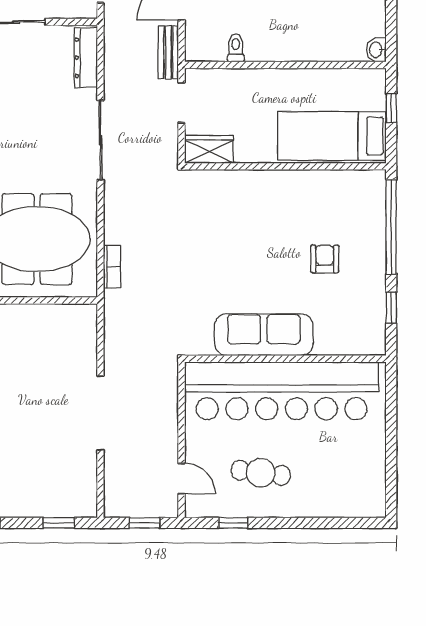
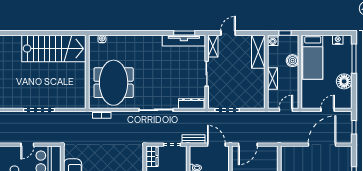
door: (181, 479) -> (27, 145), moved

